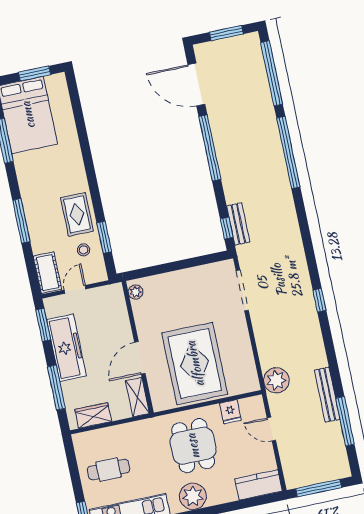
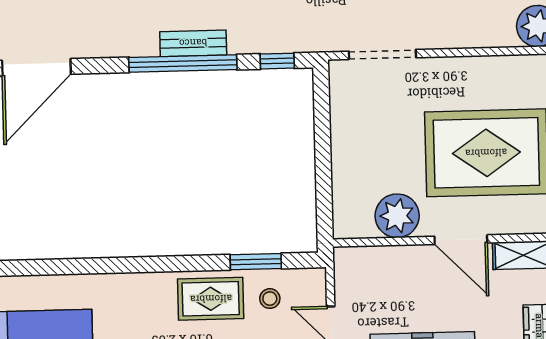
window: (210, 148) -> (183, 64), moved
bench: (238, 224) -> (193, 43), moved
plant: (136, 292) -> (397, 216), moved, width x1.88, depth x1.88

